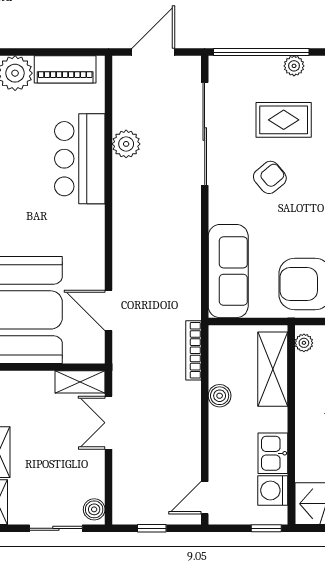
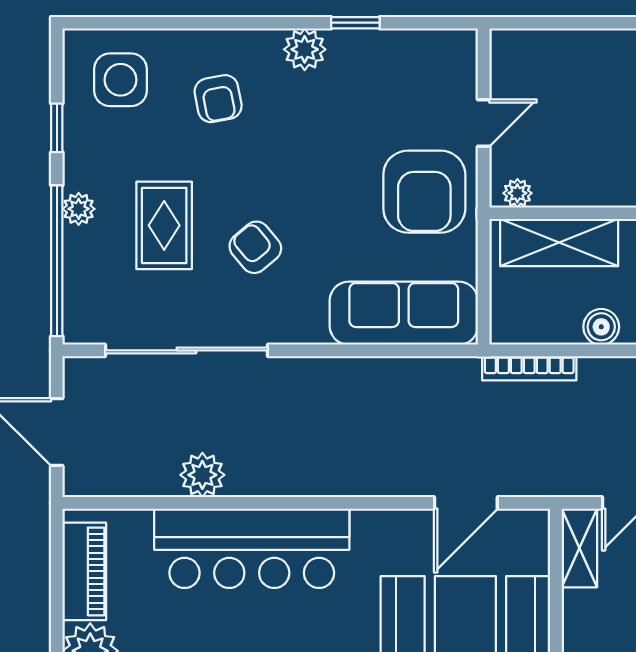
bar counter: (80, 159) -> (252, 548), width x1.36

